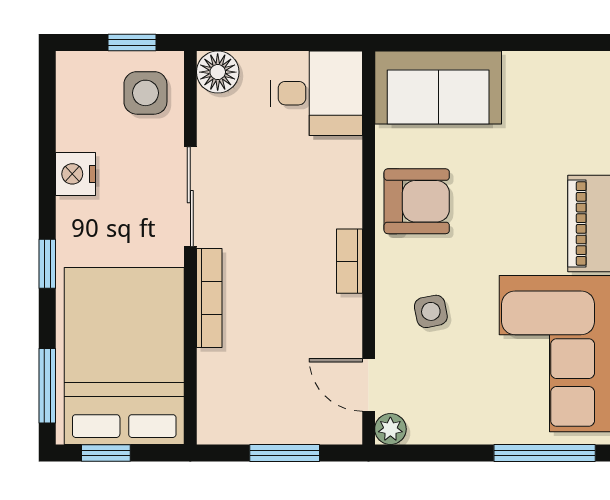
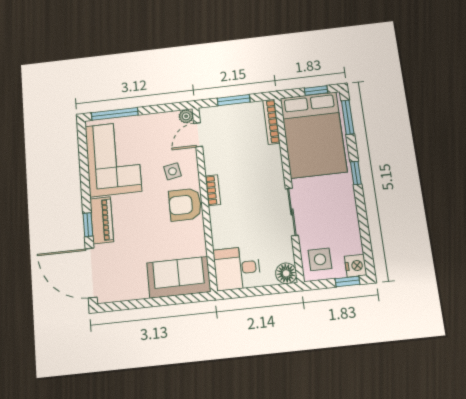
window: (132, 43) -> (347, 281), moved
nightstand: (75, 174) -> (356, 266), moved
armchair: (417, 201) -> (185, 205), moved
bookcase: (209, 298) -> (271, 122), moved
door: (369, 385) -> (198, 135), swing flipped

